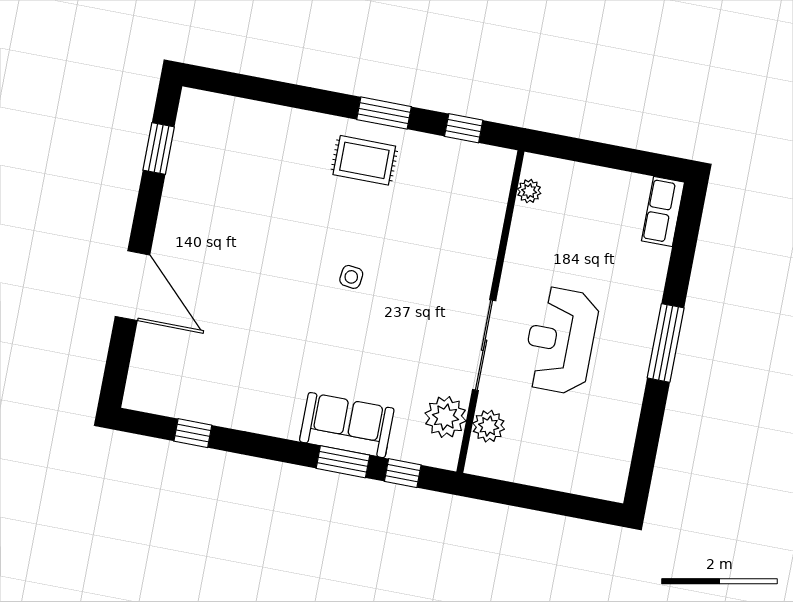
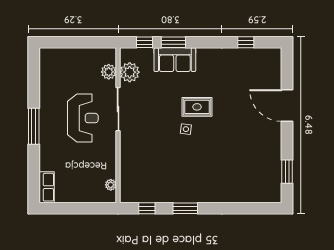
rug: (364, 160) -> (197, 107), moved

